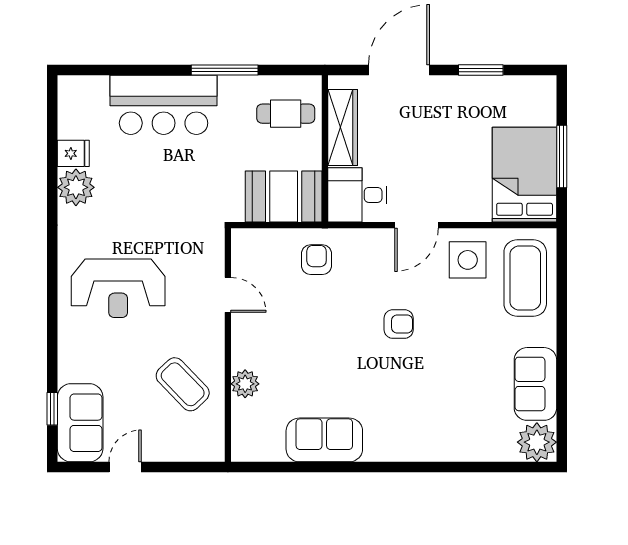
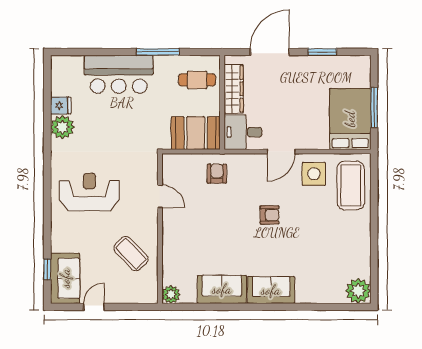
reception desk: (118, 288) -> (89, 192), turned 180
plant: (245, 384) -> (171, 294), moved
sofa: (535, 384) -> (271, 290), moved, turned 90

